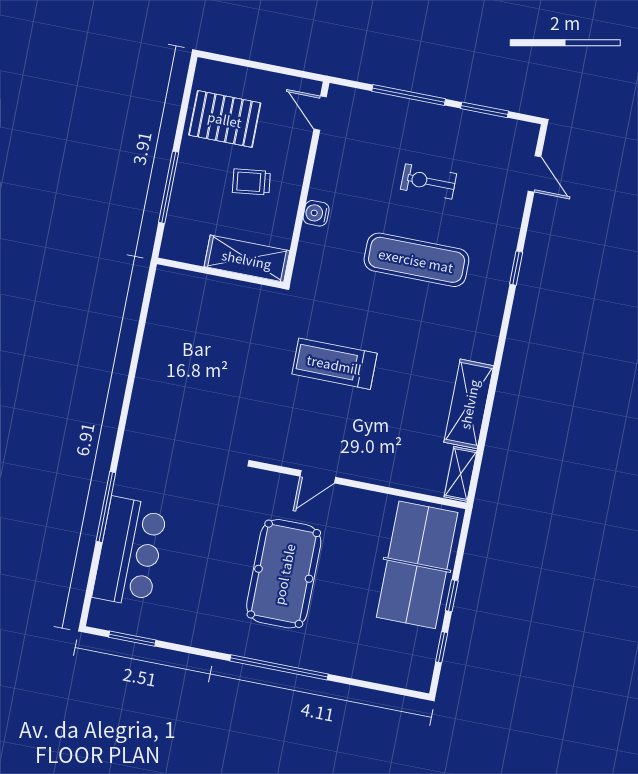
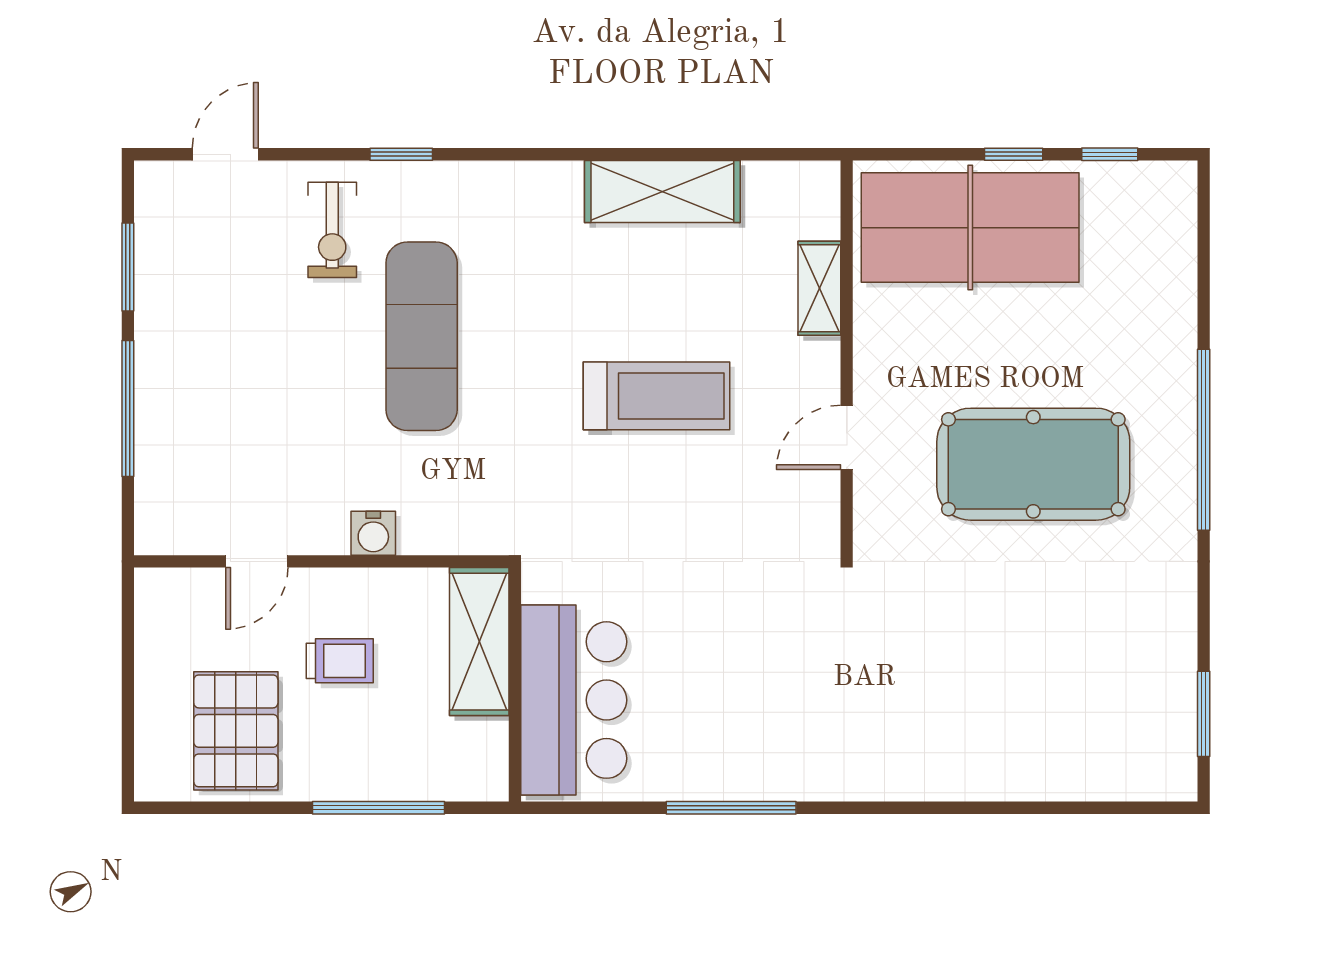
door: (320, 113) -> (257, 561), moved
exercise bike: (429, 181) -> (332, 230), moved
trolley: (251, 182) -> (340, 661), turned -83
treadmill: (334, 364) -> (657, 396), moved, turned -90
shelving: (460, 474) -> (819, 288), moved, turned 90
door: (318, 477) -> (847, 437), swing flipped
window: (106, 507) -> (731, 808), moved
bar counter: (130, 552) -> (574, 700), moved, turned 90

